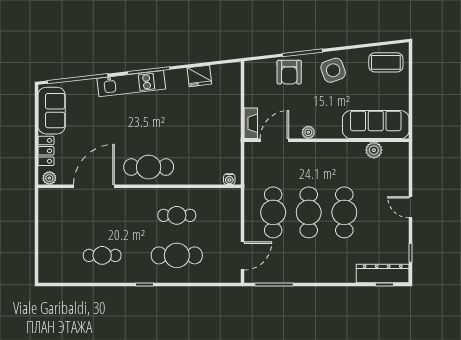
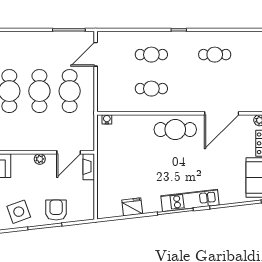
cafe table: (177, 255) -> (151, 55), width x0.73, depth x0.74

